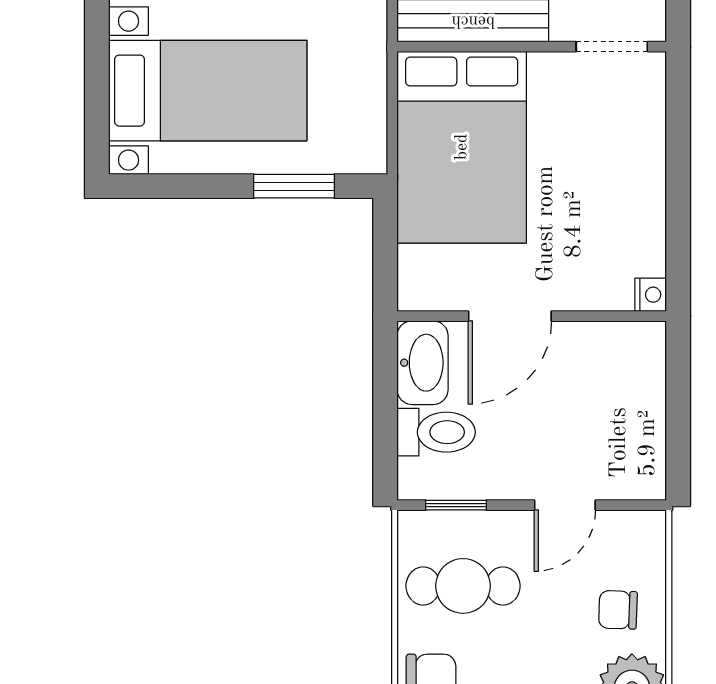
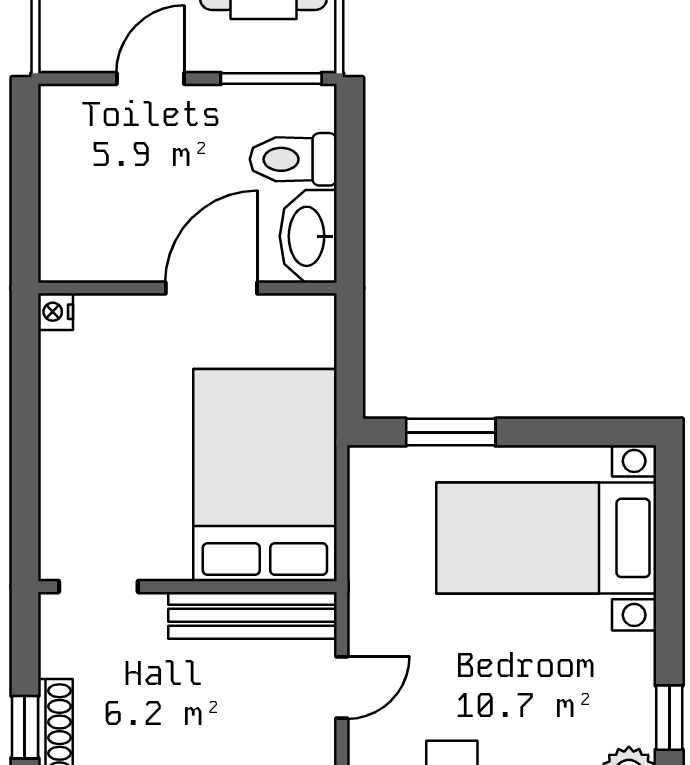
window: (456, 505) -> (271, 78), width x1.50

